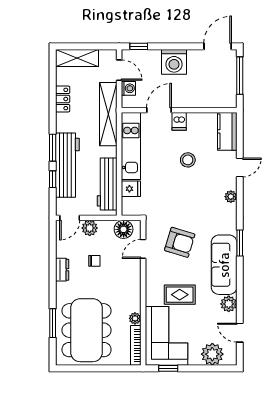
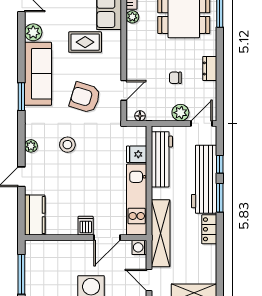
washing machine: (128, 88) -> (139, 247), moved
locker: (63, 99) -> (209, 229), moved
stool: (188, 160) -> (67, 145), moved
floor lamp: (124, 229) -> (140, 116), width x0.53, depth x0.53

